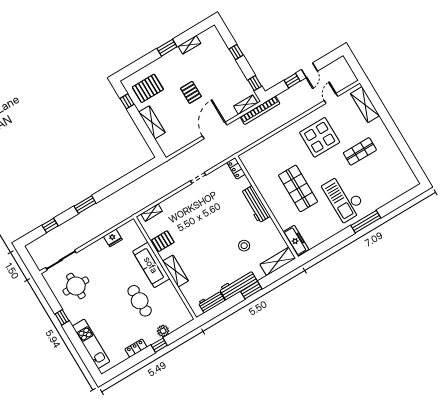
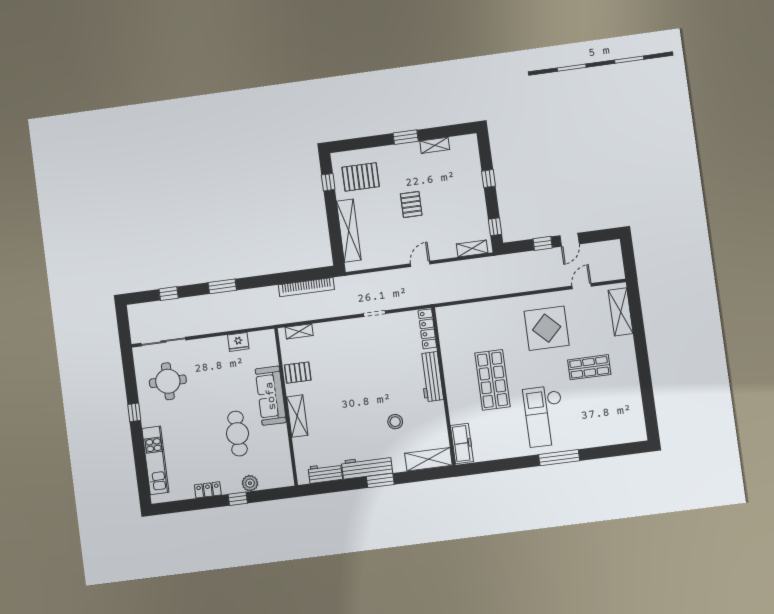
bookcase: (260, 110) -> (306, 287), moved
shelving: (152, 122) -> (349, 231), width x1.47
door: (215, 130) -> (420, 264), width x0.53
locker: (236, 168) -> (427, 329), width x1.53

